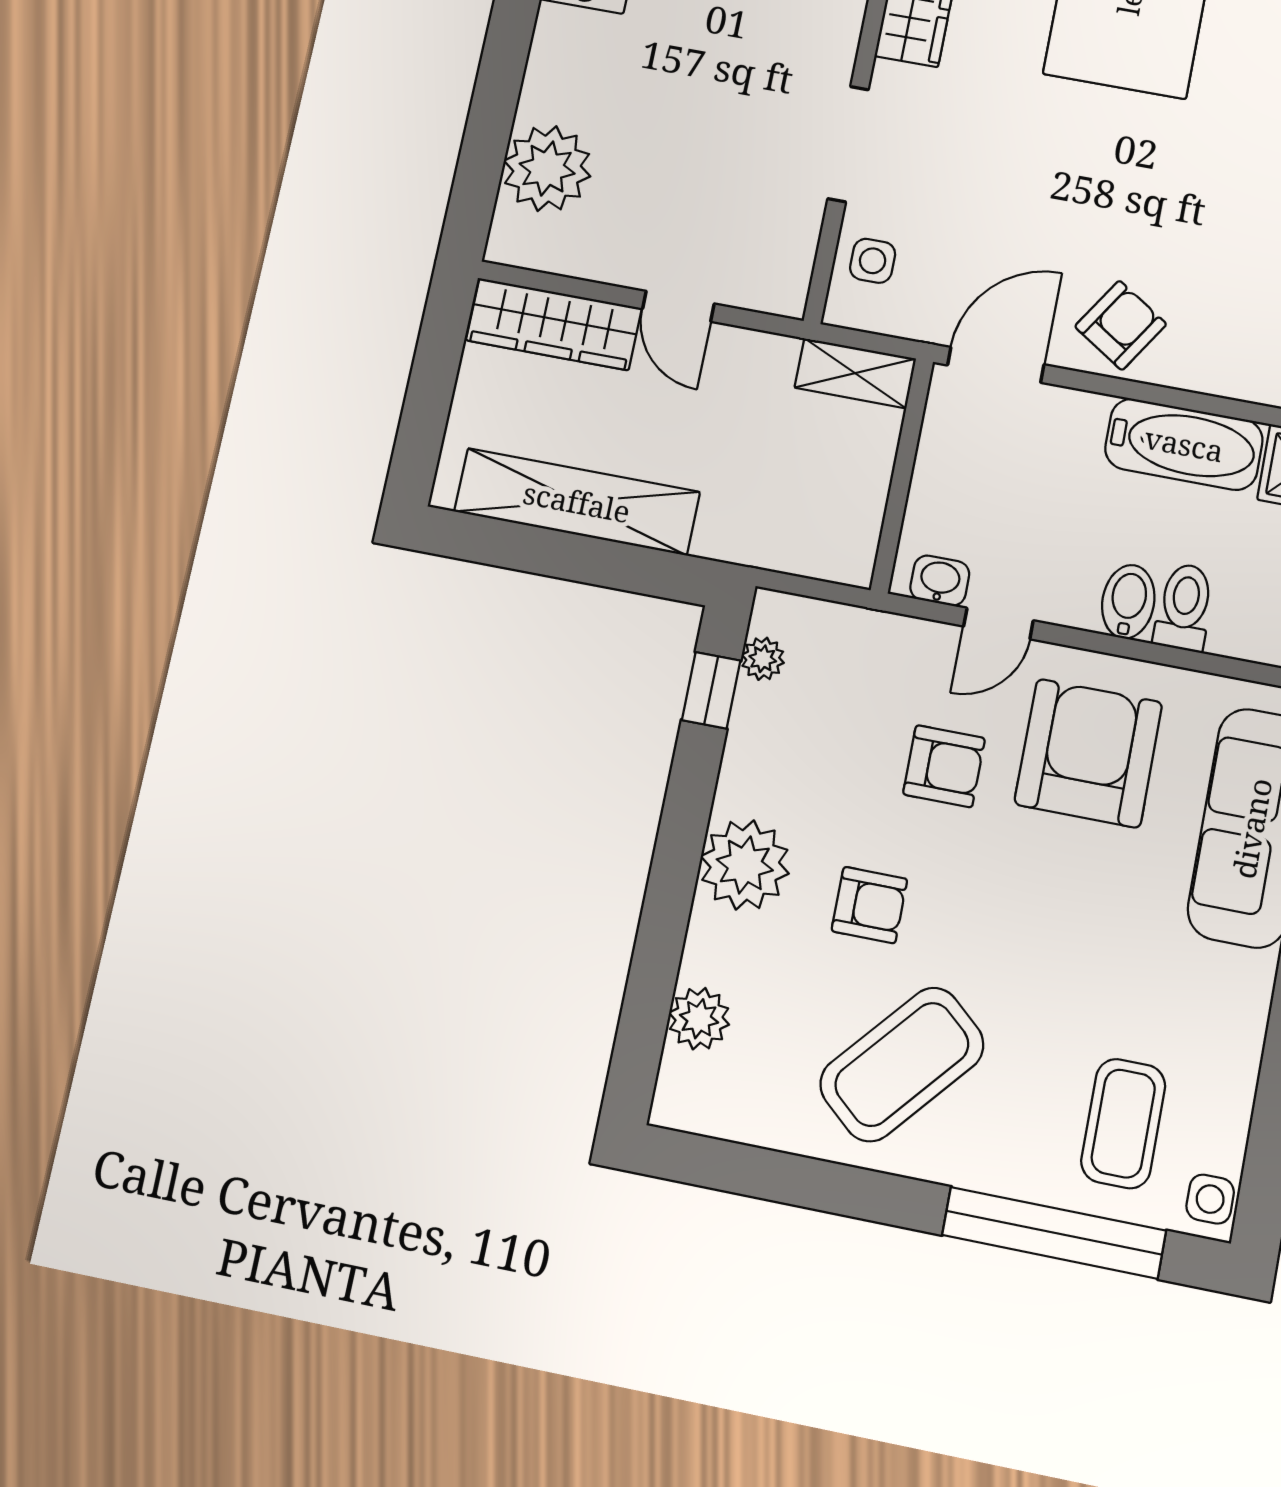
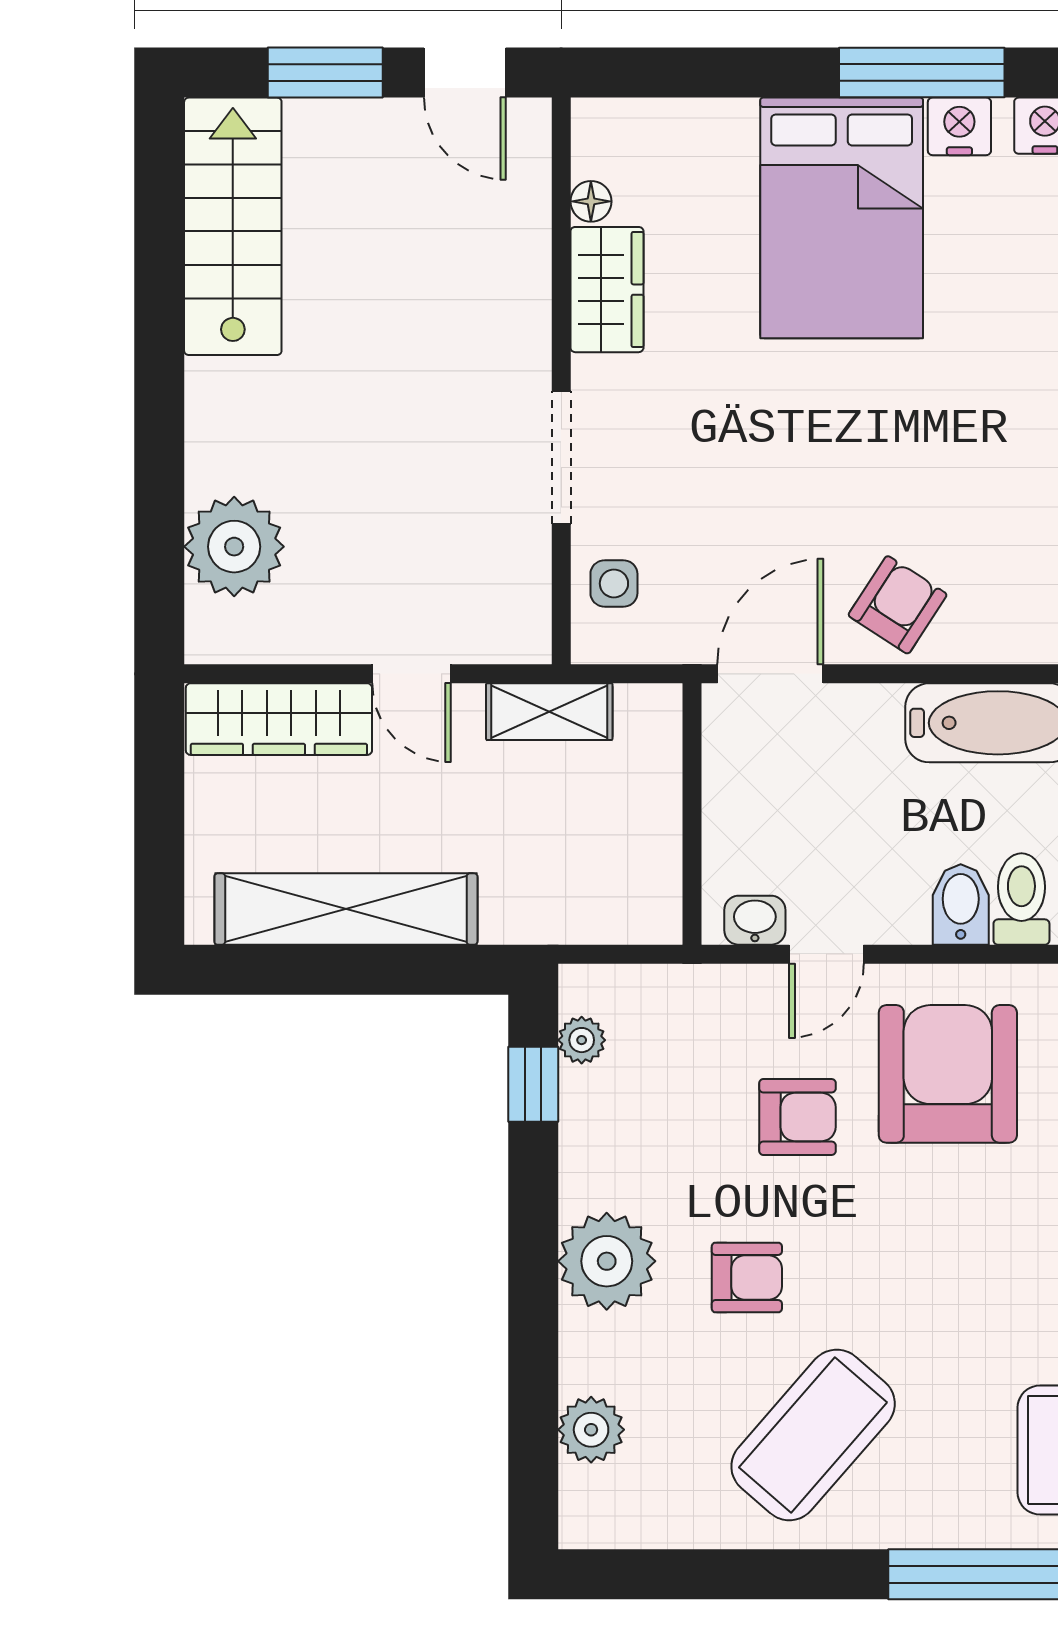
shelving: (855, 373) -> (549, 712), moved

